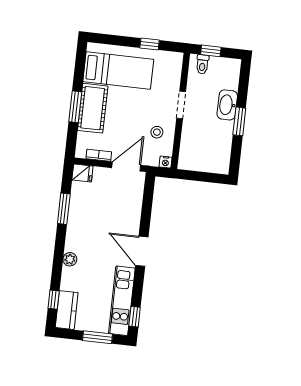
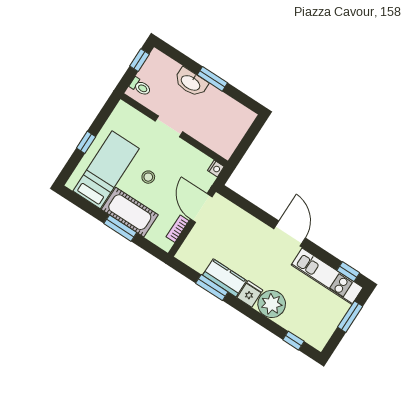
window: (150, 44) -> (86, 142), moved
window: (211, 51) -> (140, 60), moved
stool: (157, 132) -> (148, 177), moved
fridge: (82, 173) -> (250, 294), moved
door: (142, 251) -> (290, 233), swing flipped
plant: (70, 259) -> (272, 304), width x1.88, depth x1.88
kitchen counter: (67, 310) -> (225, 278), moved

